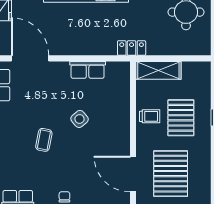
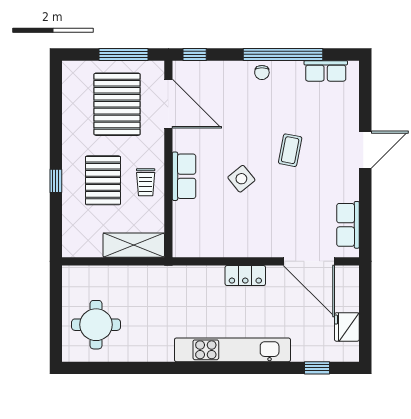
locker: (132, 48) -> (245, 276), moved
row of seats: (88, 70) -> (184, 176), moved, turned 90
trolley: (150, 116) -> (146, 182), turned -90

